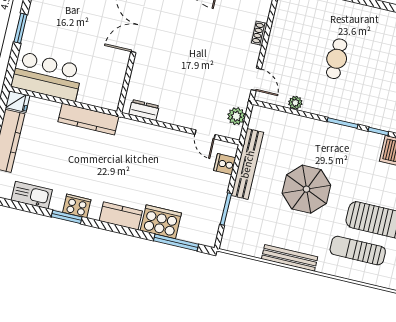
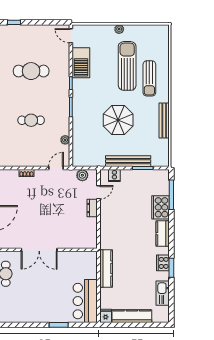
dresser: (144, 110) -> (92, 208), moved
bench: (247, 164) -> (128, 161), moved

